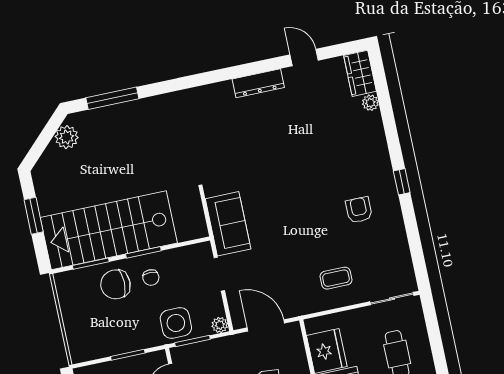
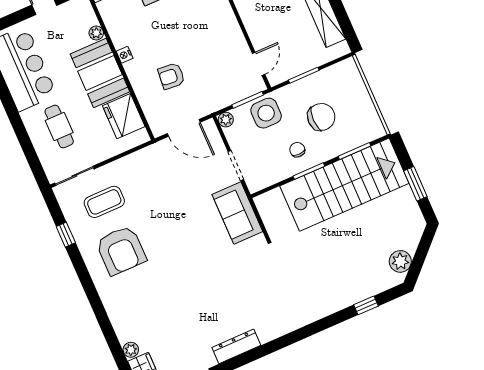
window: (112, 98) -> (366, 305), width x0.46
window: (402, 182) -> (66, 235), moved
armchair: (359, 210) -> (121, 250), width x1.88, depth x1.88
coffee table: (336, 278) -> (104, 202), moved, width x1.36, depth x1.30
chair: (115, 284) -> (321, 117), moved

